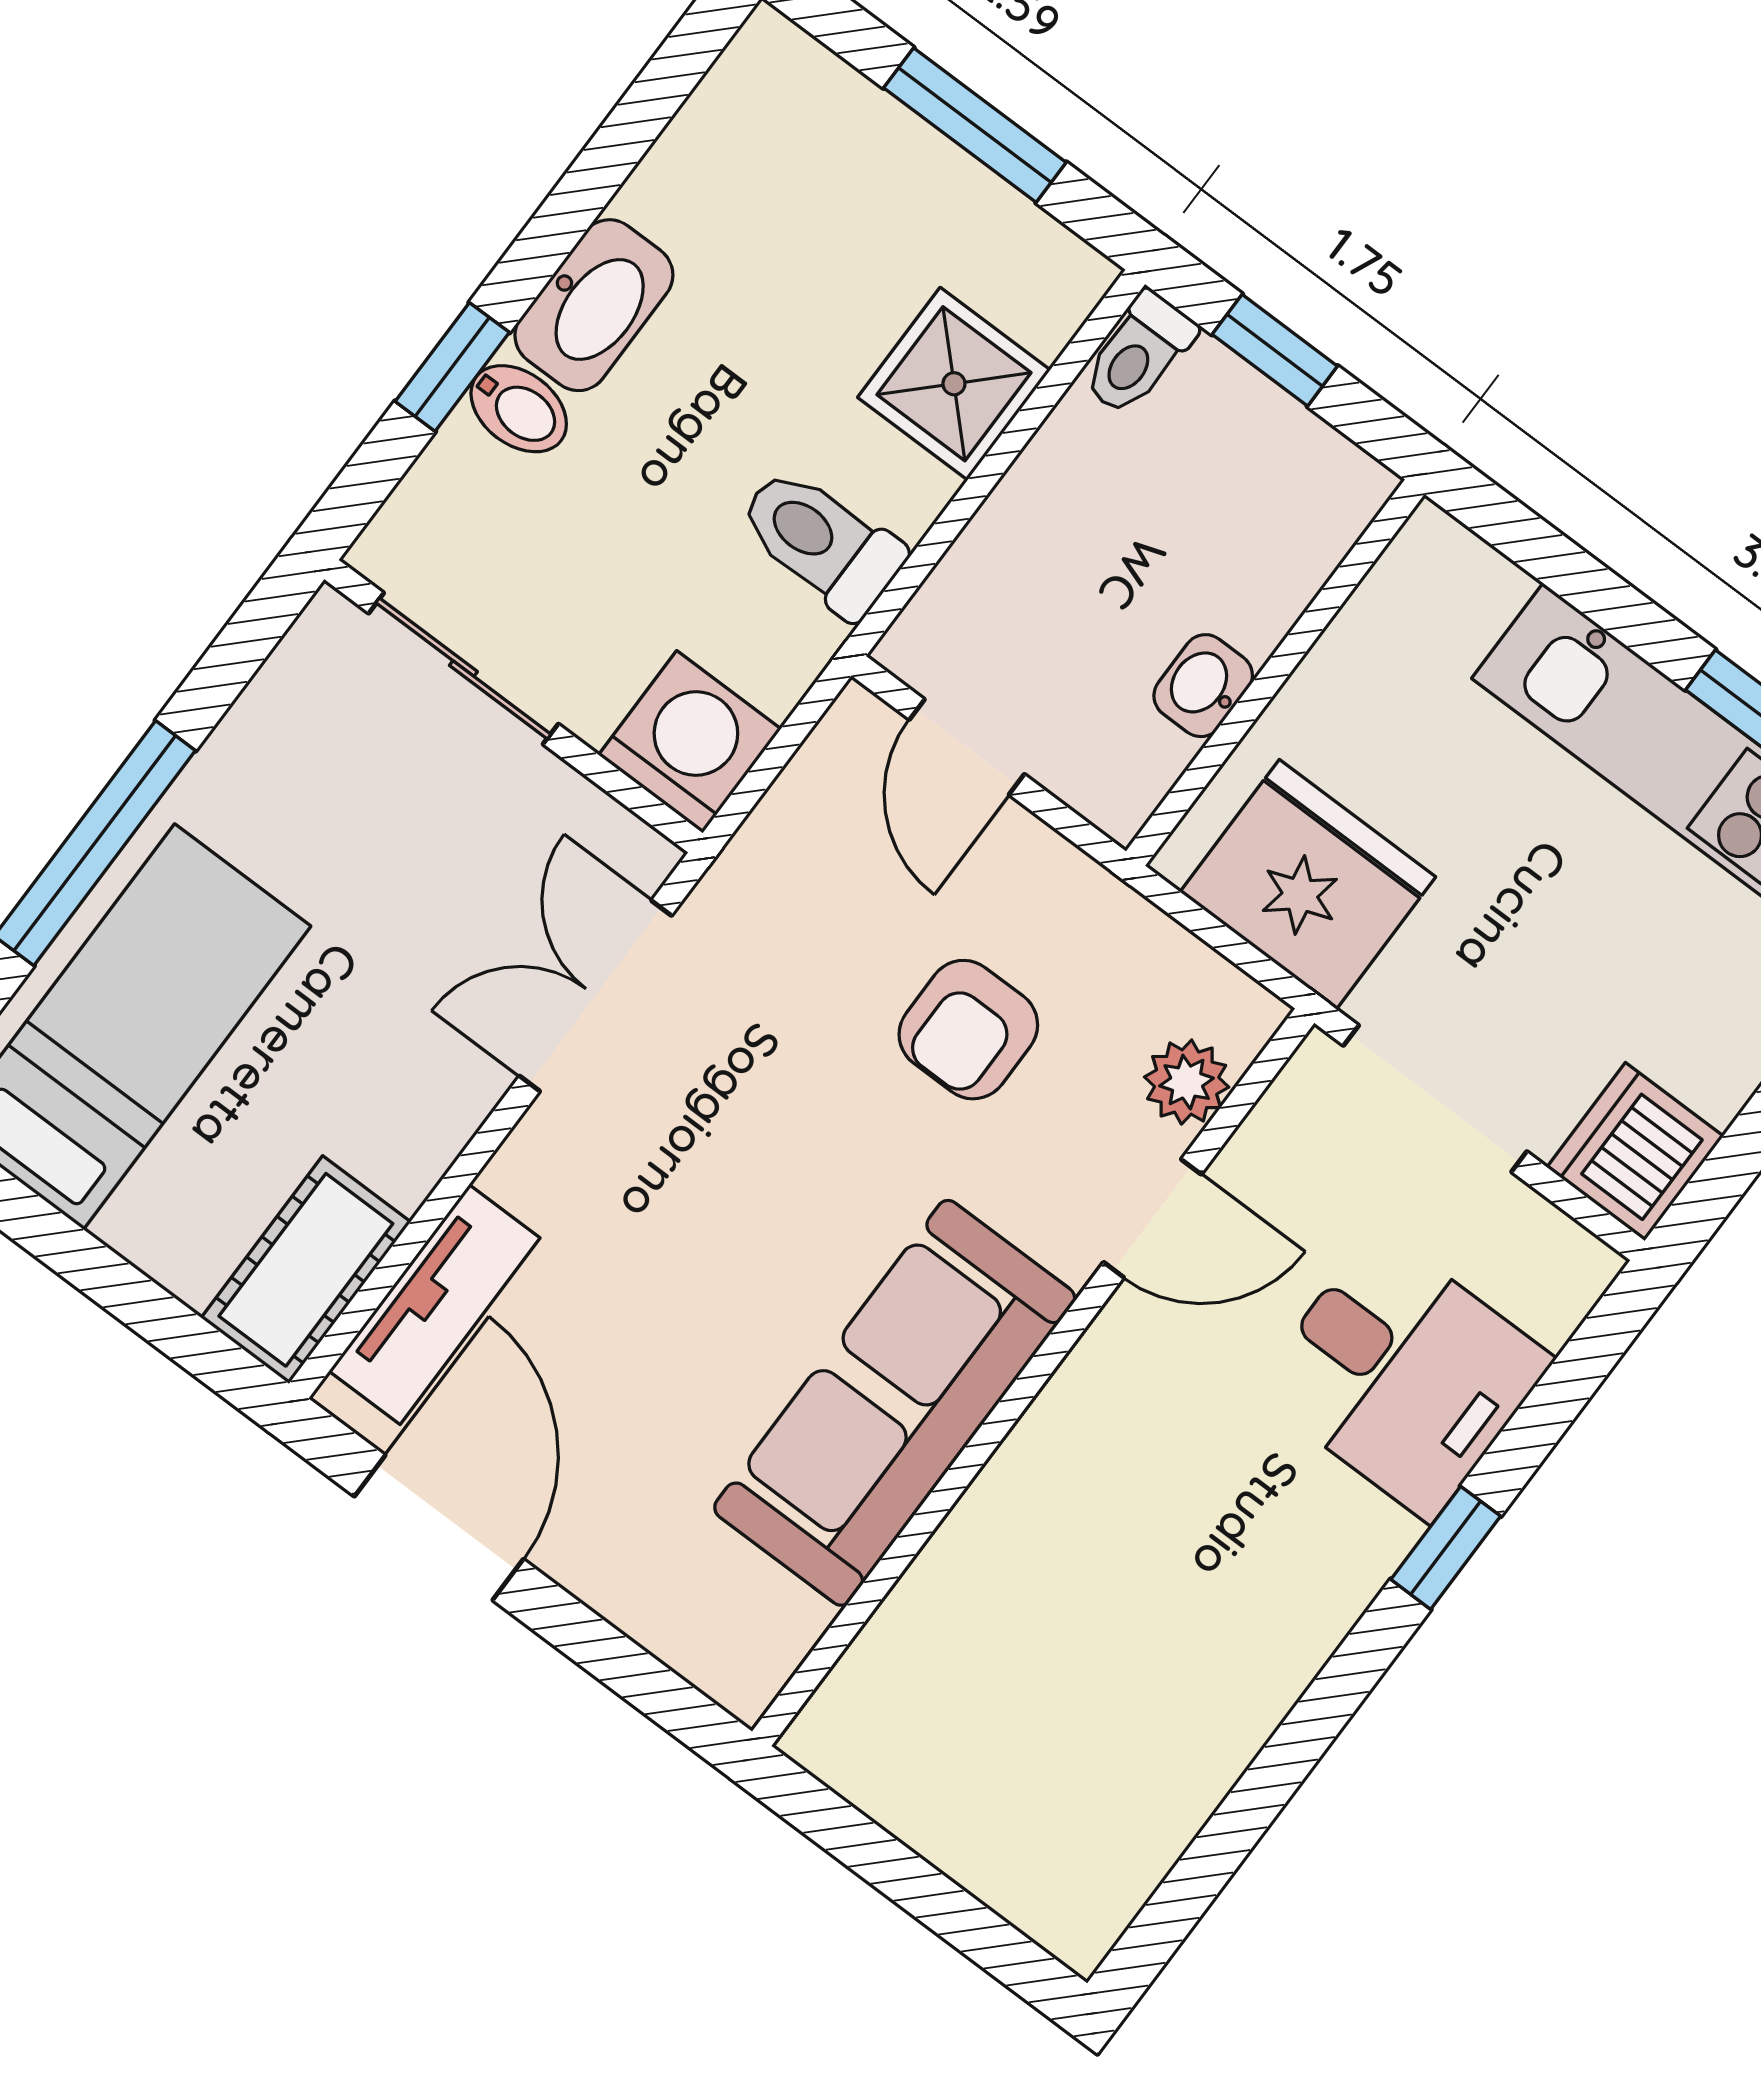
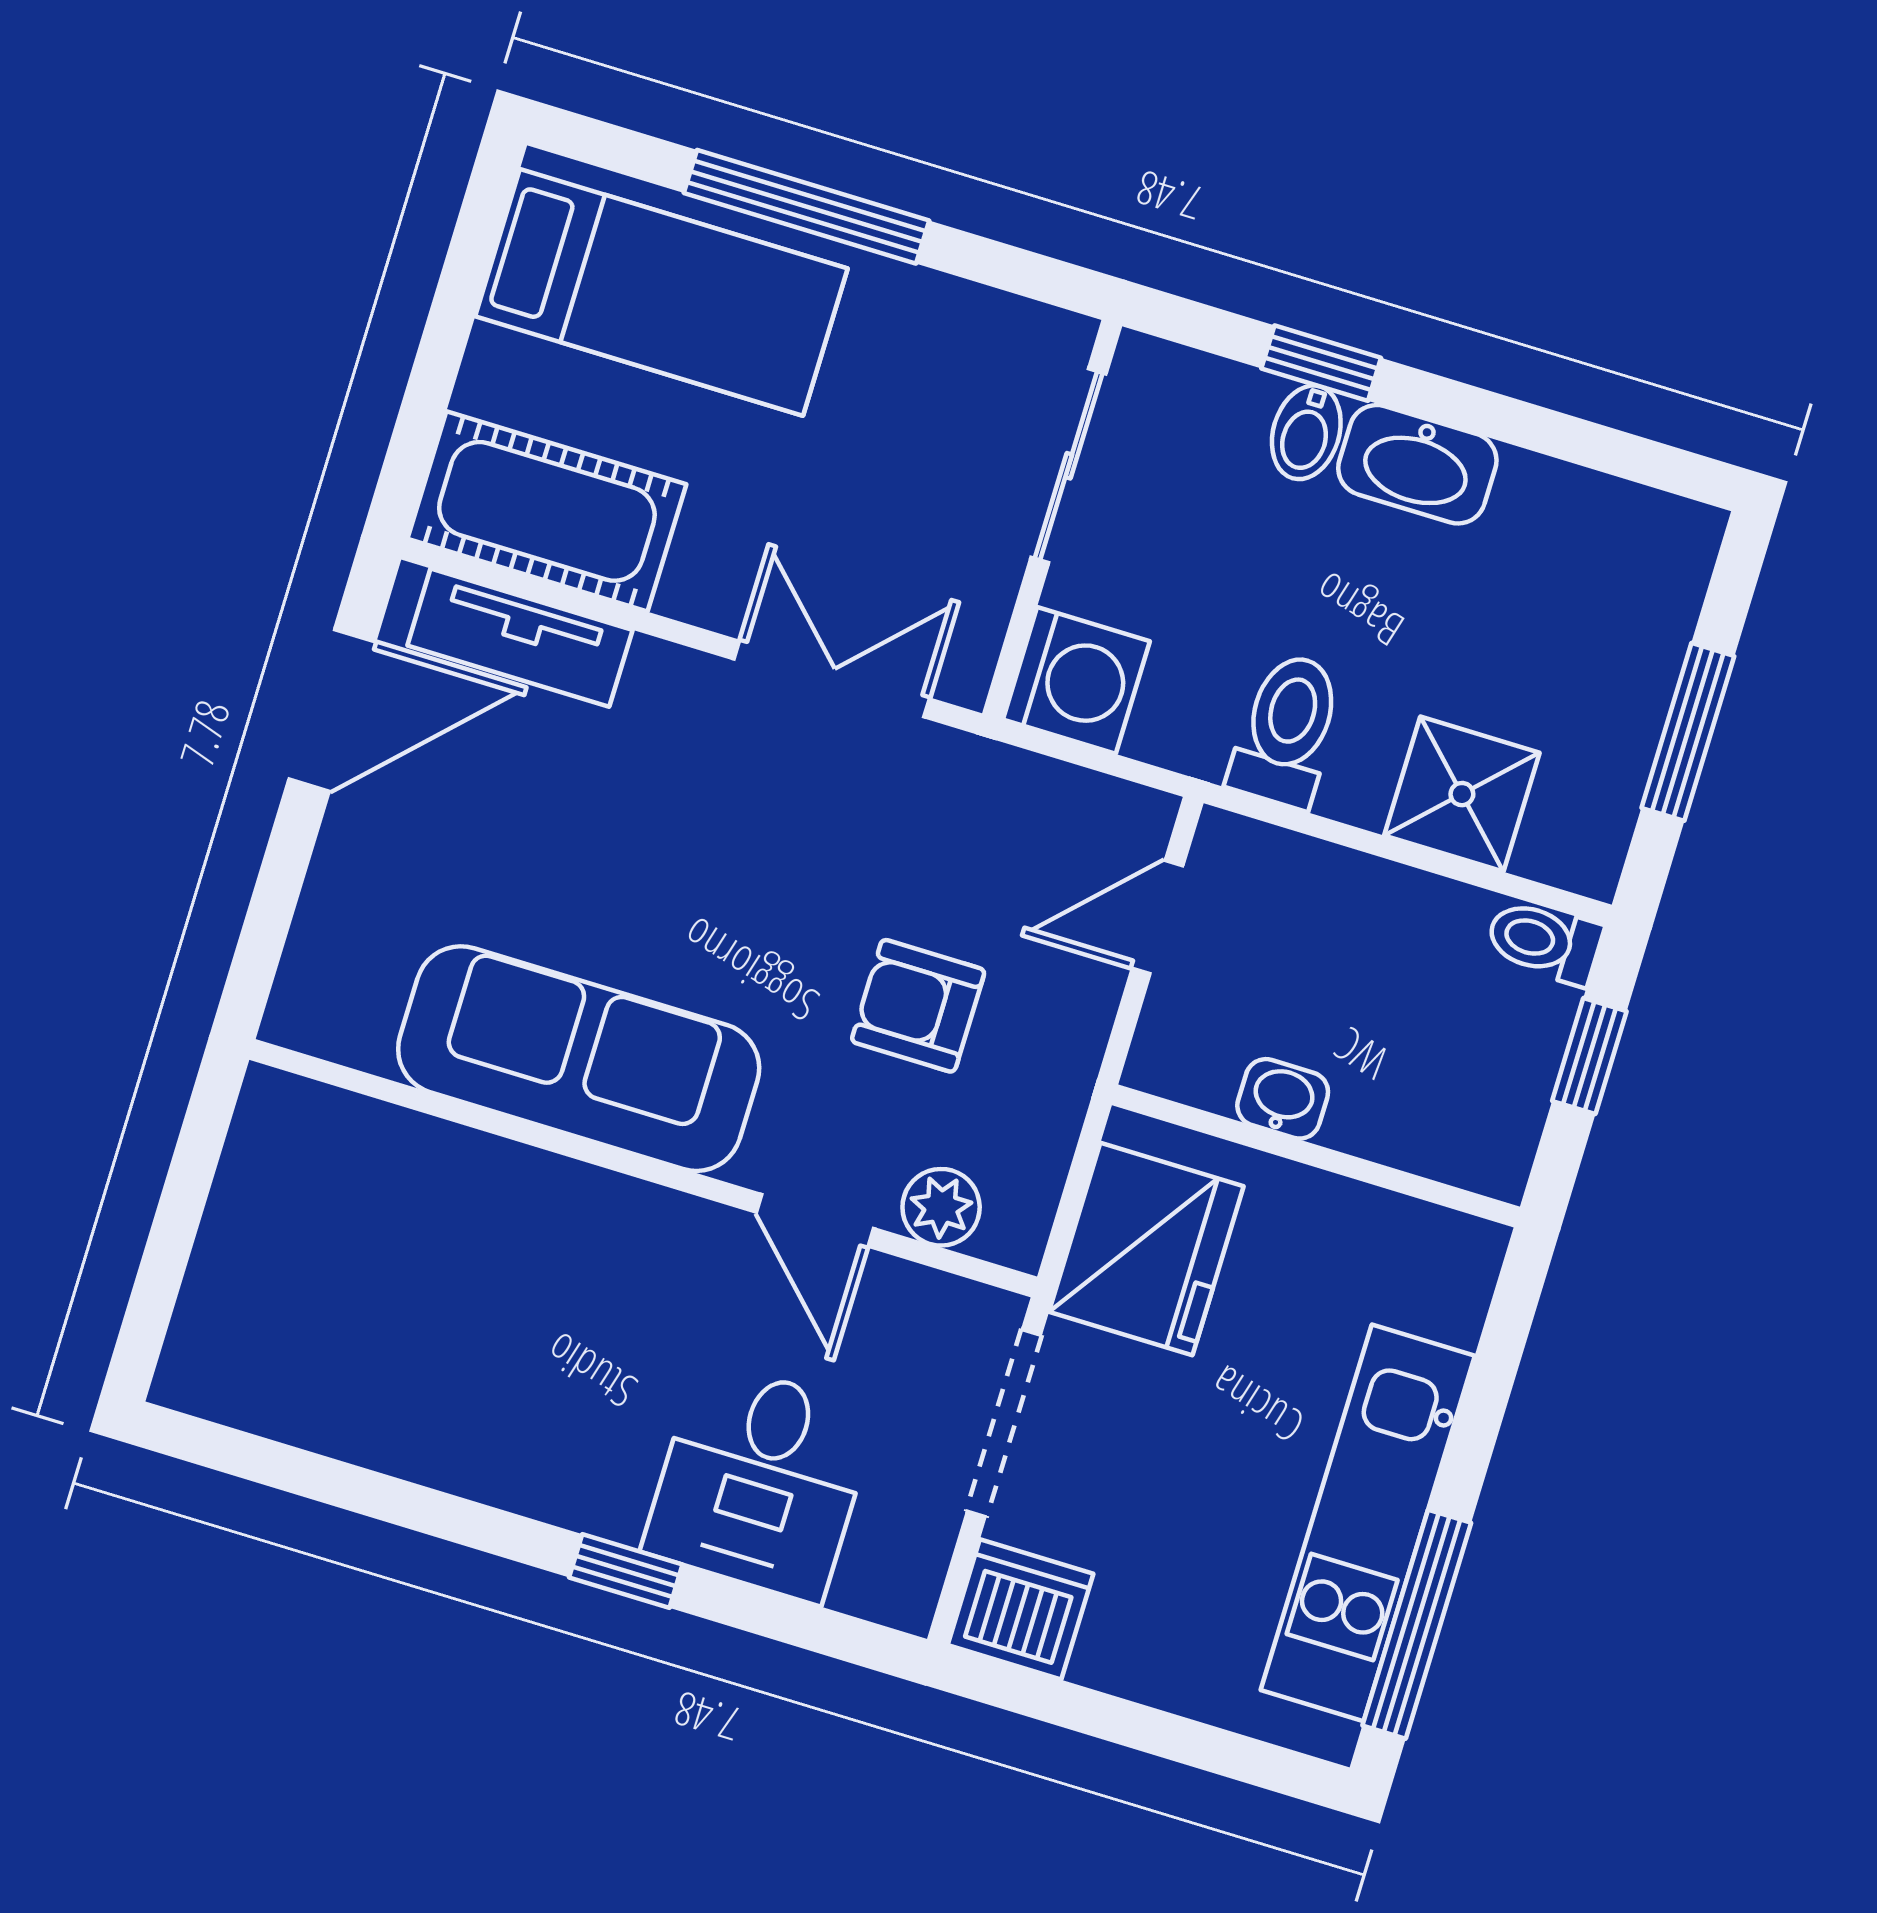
cot: (306, 1270) -> (547, 511), width x1.37, depth x1.34

